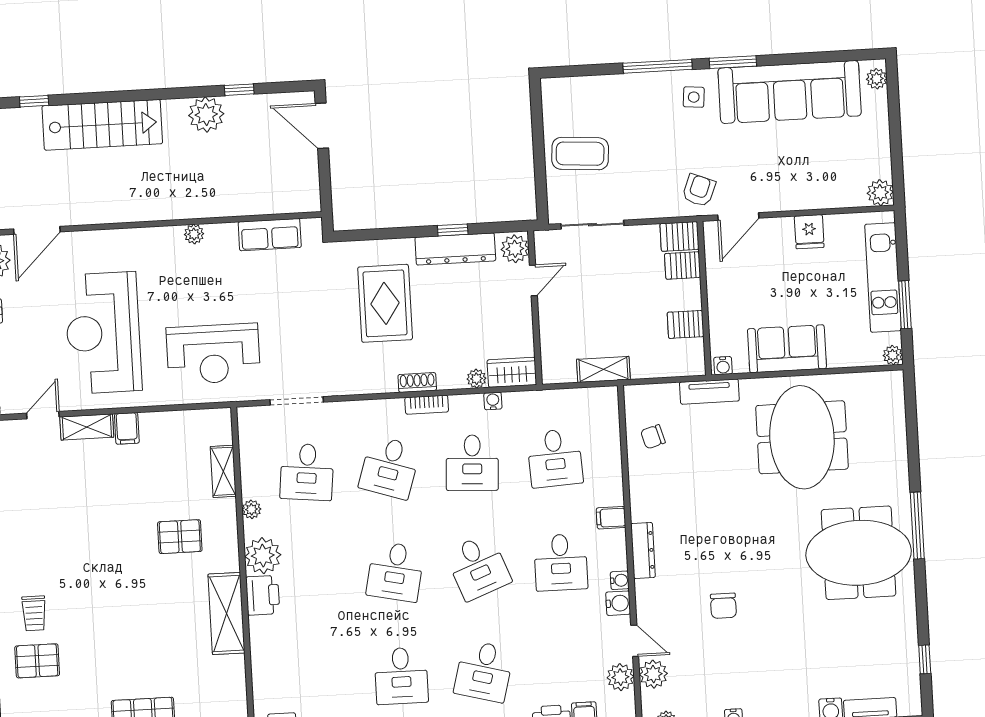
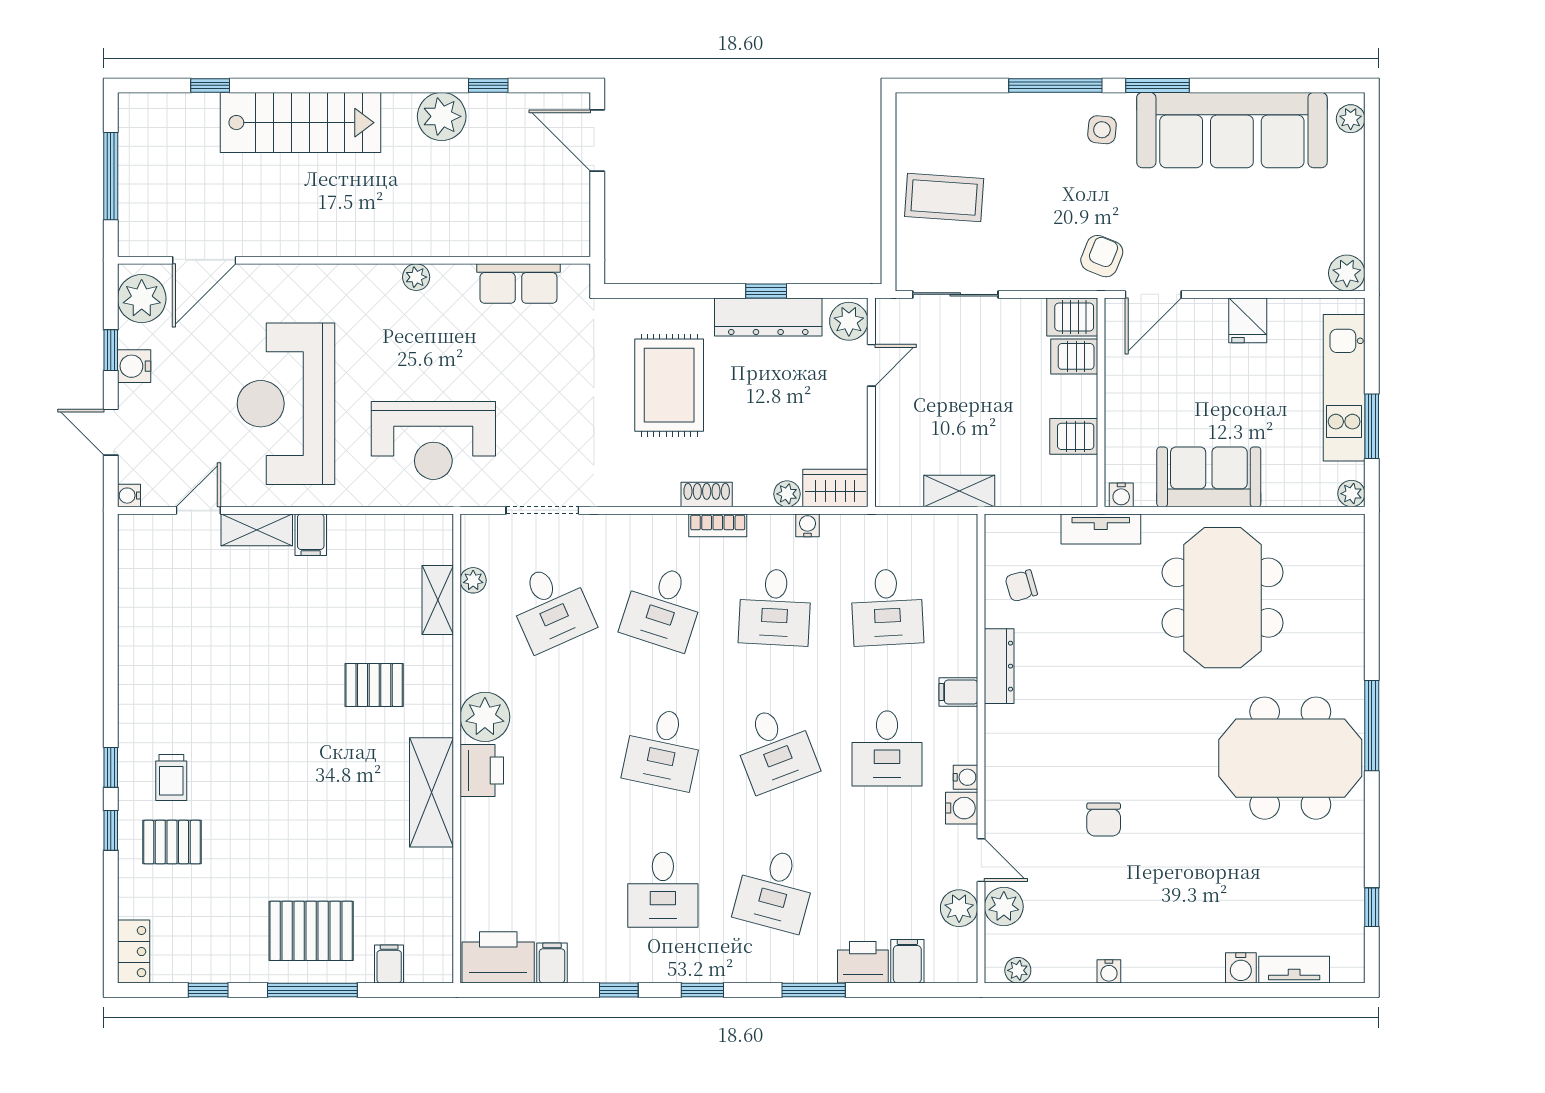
desk: (307, 472) -> (551, 607), turned -30
plant: (252, 509) -> (473, 580), moved
dresser: (643, 550) -> (999, 666), moved

